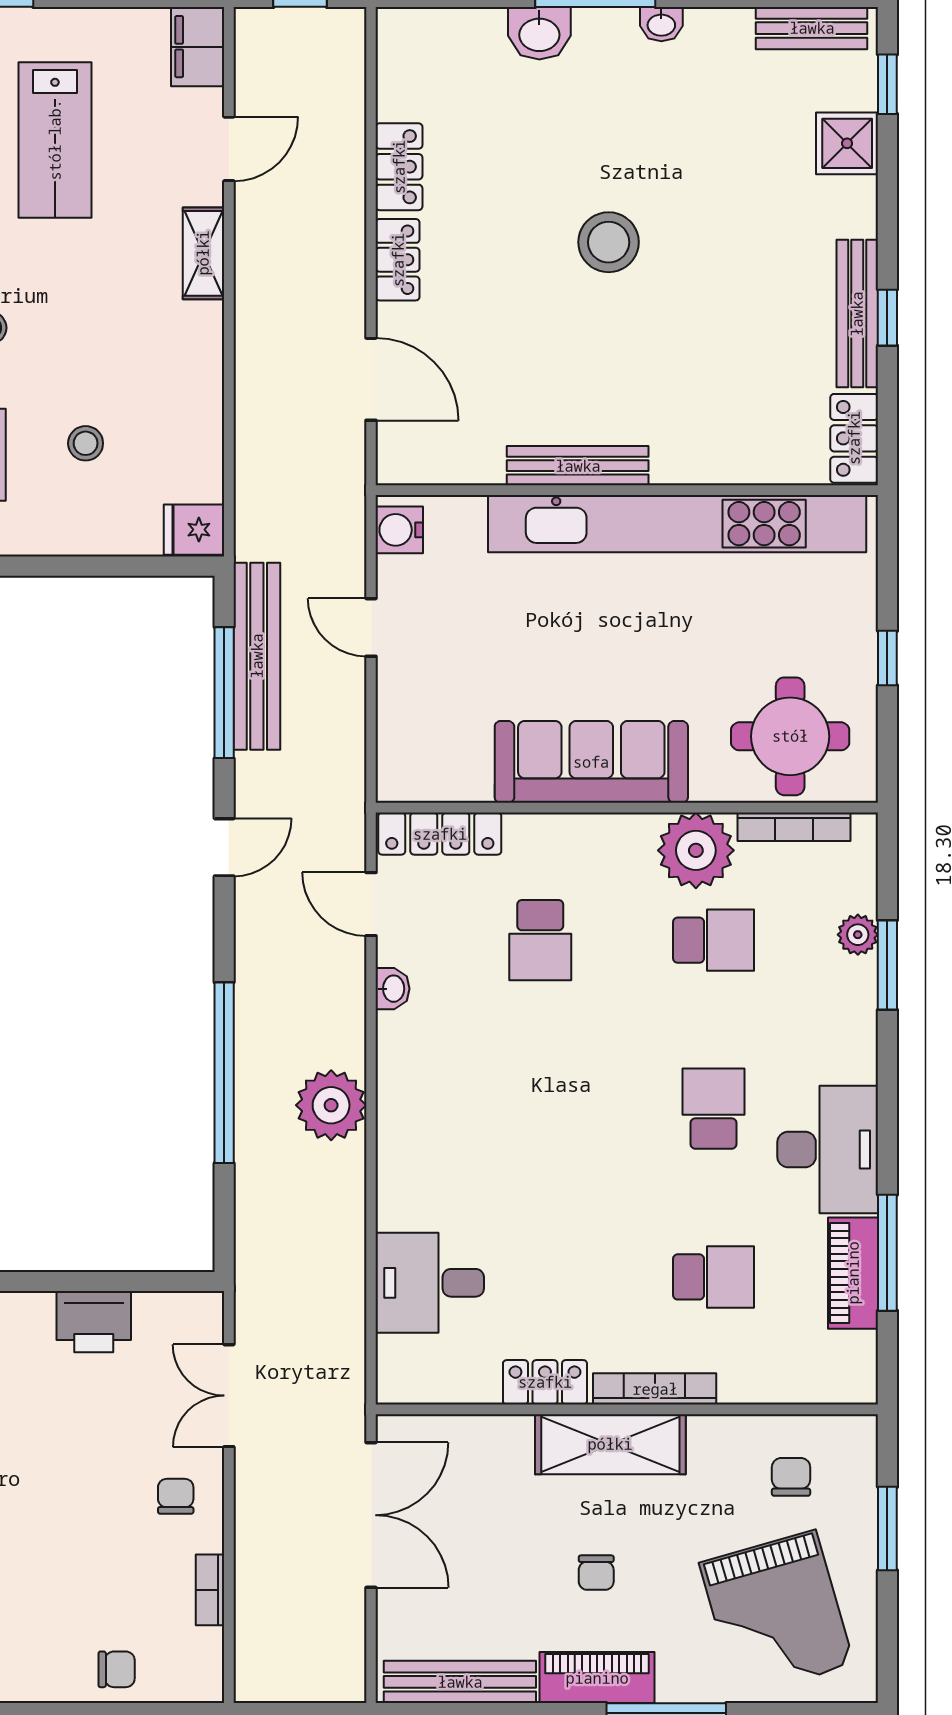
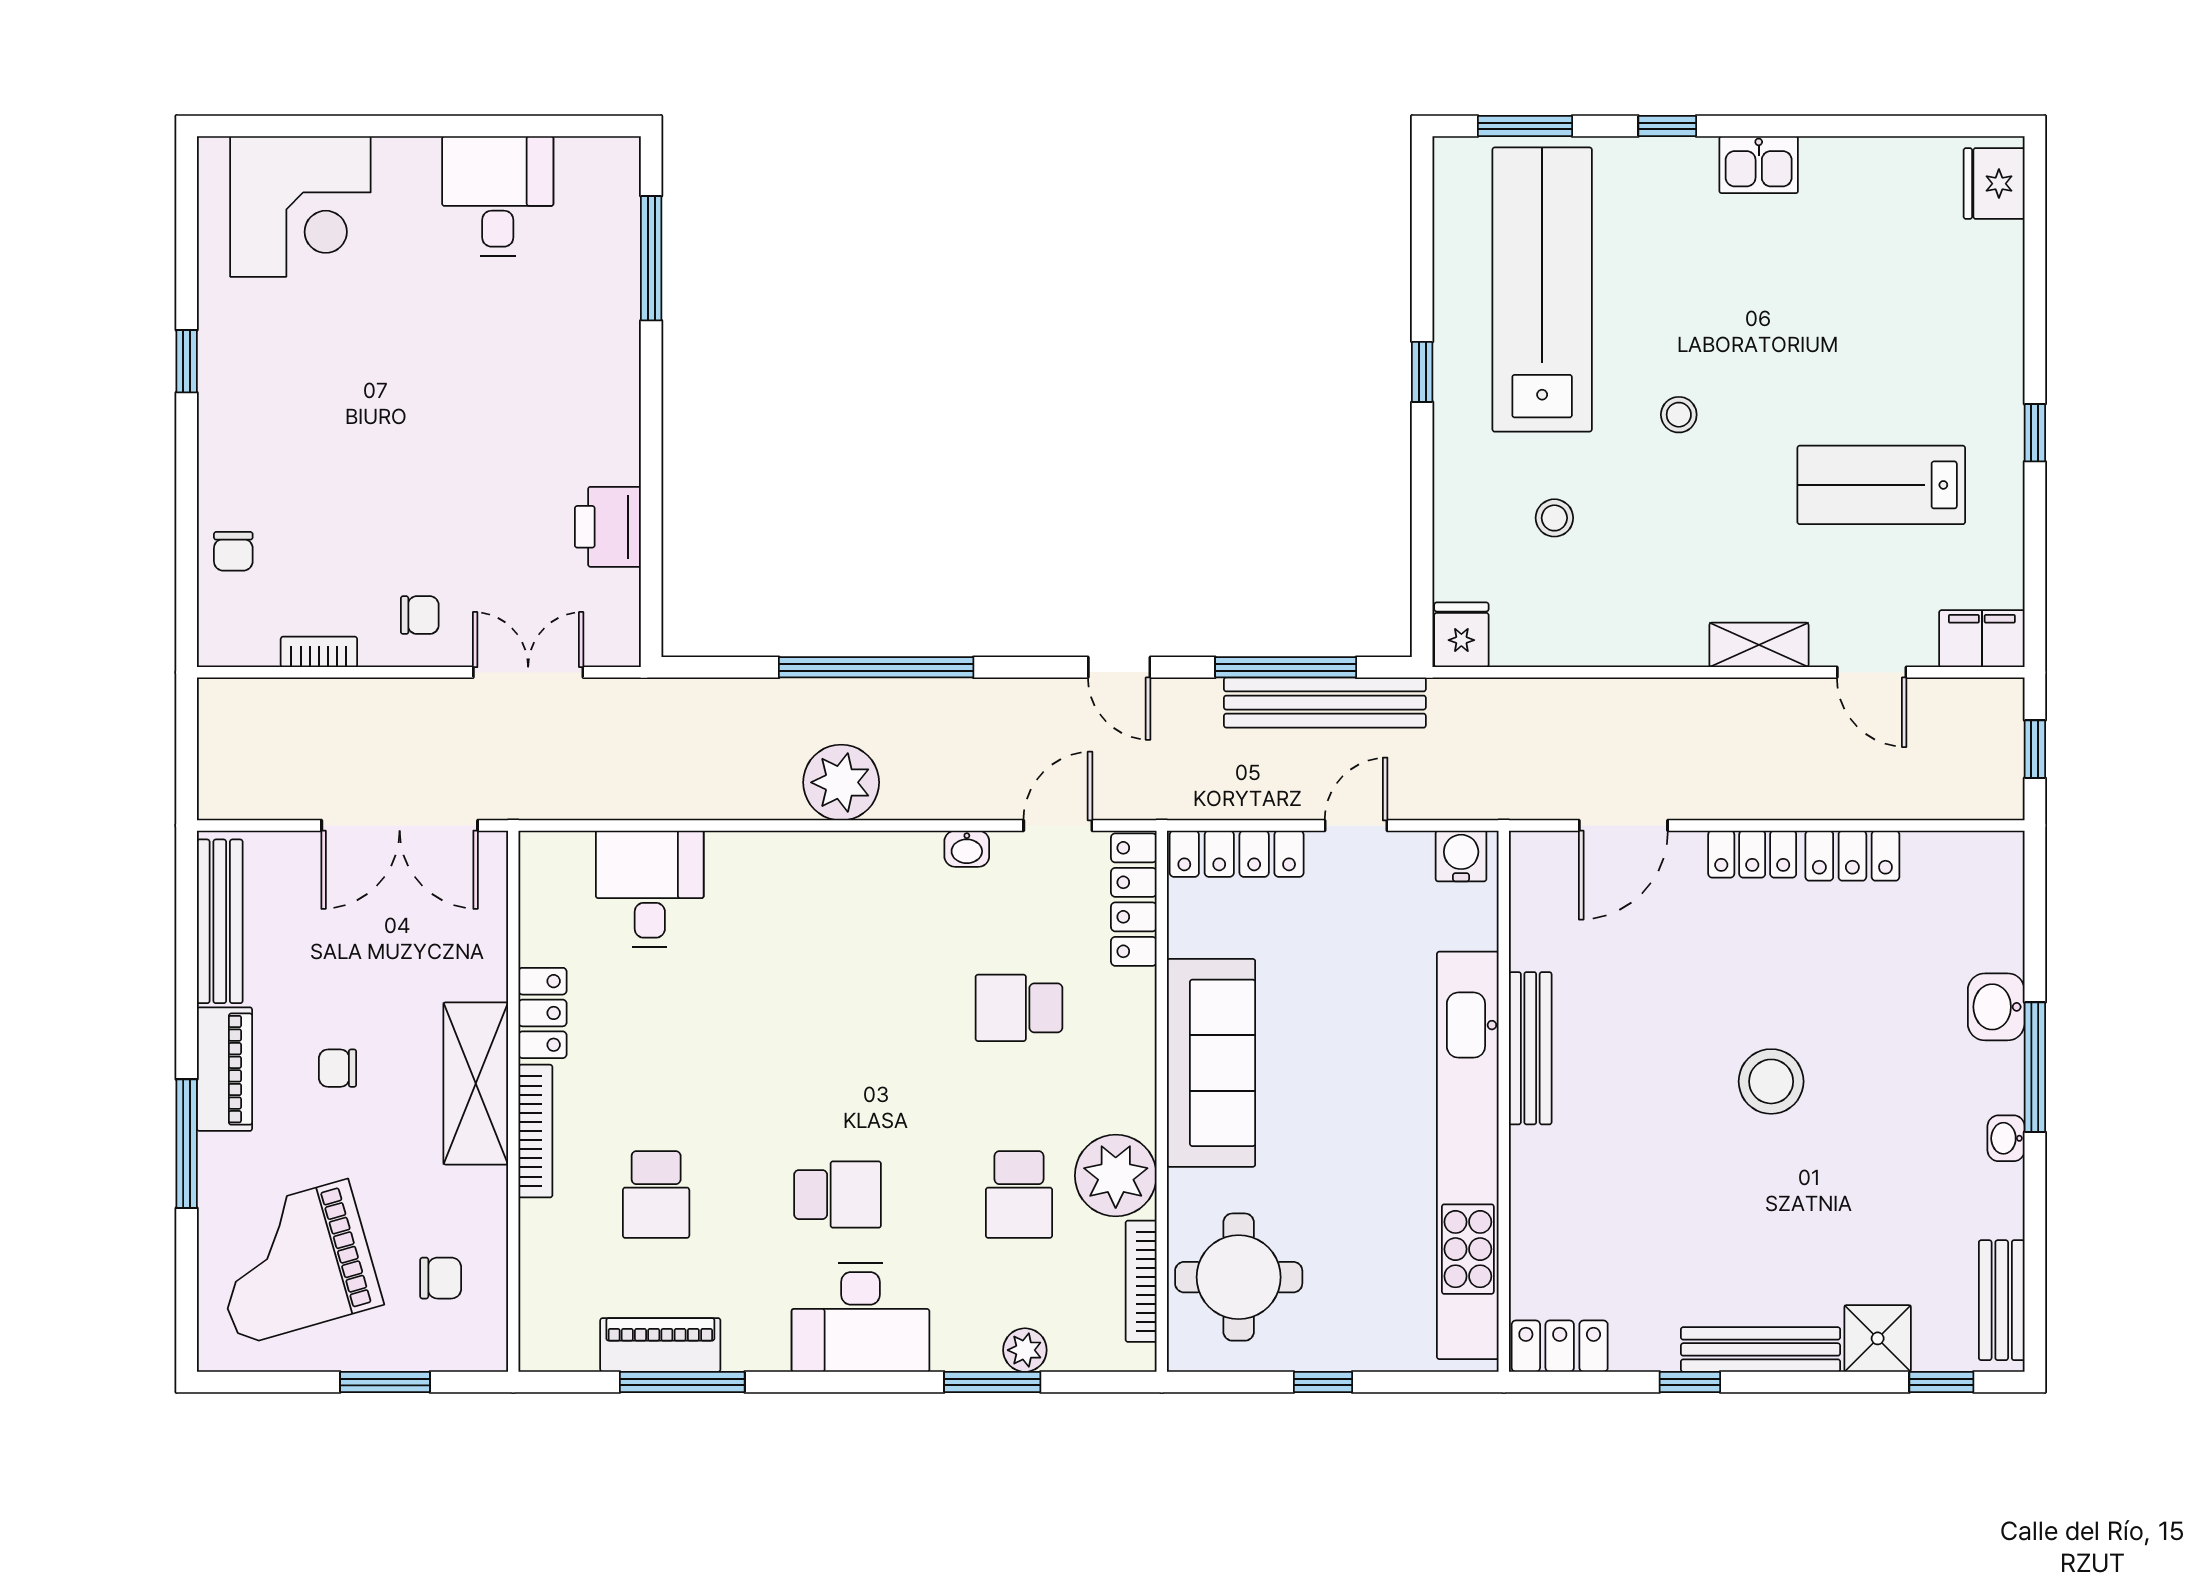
bench: (857, 314) -> (1760, 1349), moved
locker: (397, 738) -> (1237, 854), added
desk: (828, 1150) -> (860, 1318), moved

